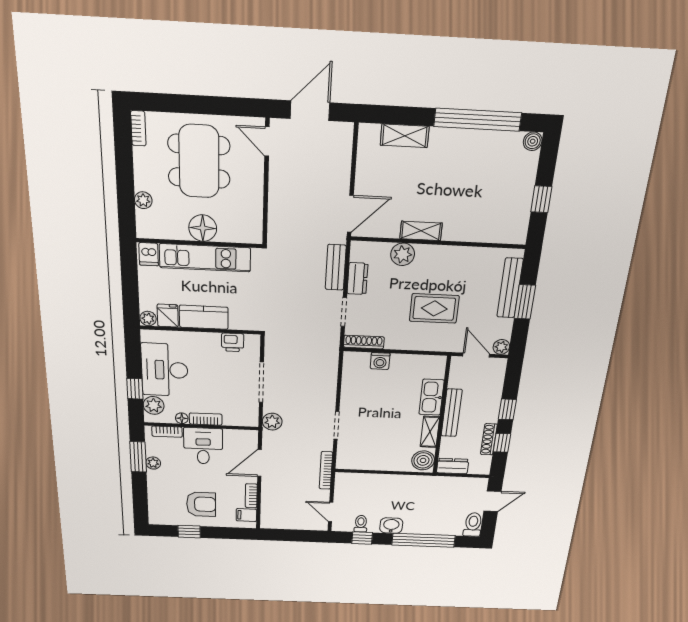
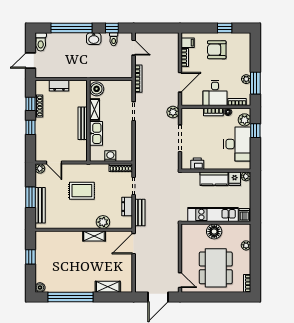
kitchen sink: (432, 397) -> (96, 133), moved
bench: (452, 413) -> (83, 123), moved
wall: (442, 416) -> (88, 121), moved
shelving: (430, 432) -> (94, 109), moved
boiler: (423, 460) -> (97, 89), moved

